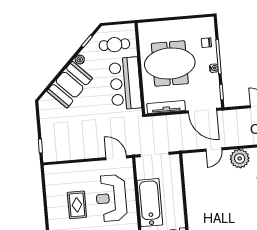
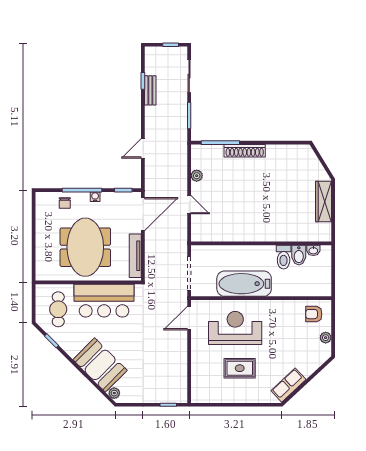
plant: (80, 59) -> (114, 393), moved
plant: (240, 159) -> (197, 176), width x0.53, depth x0.53
reception desk: (111, 198) -> (235, 328), turned 180

